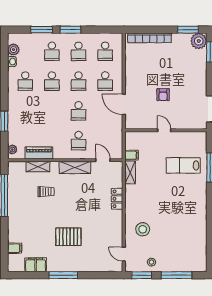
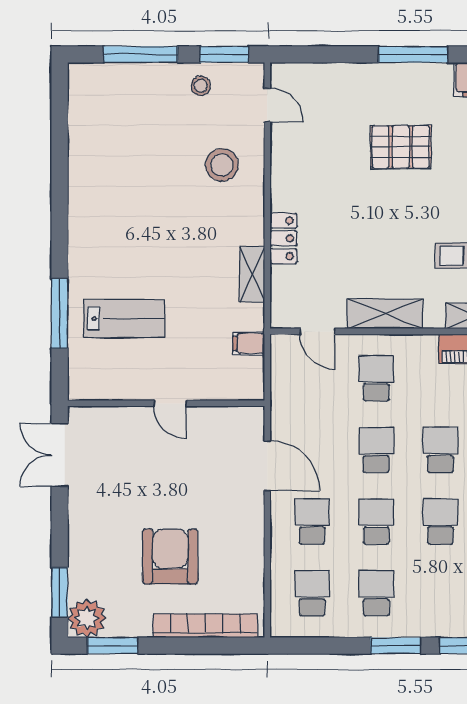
school desk: (52, 51) -> (440, 450), moved
armchair: (163, 95) -> (170, 557), moved, width x1.88, depth x1.88
shelving: (130, 172) -> (252, 274), moved

